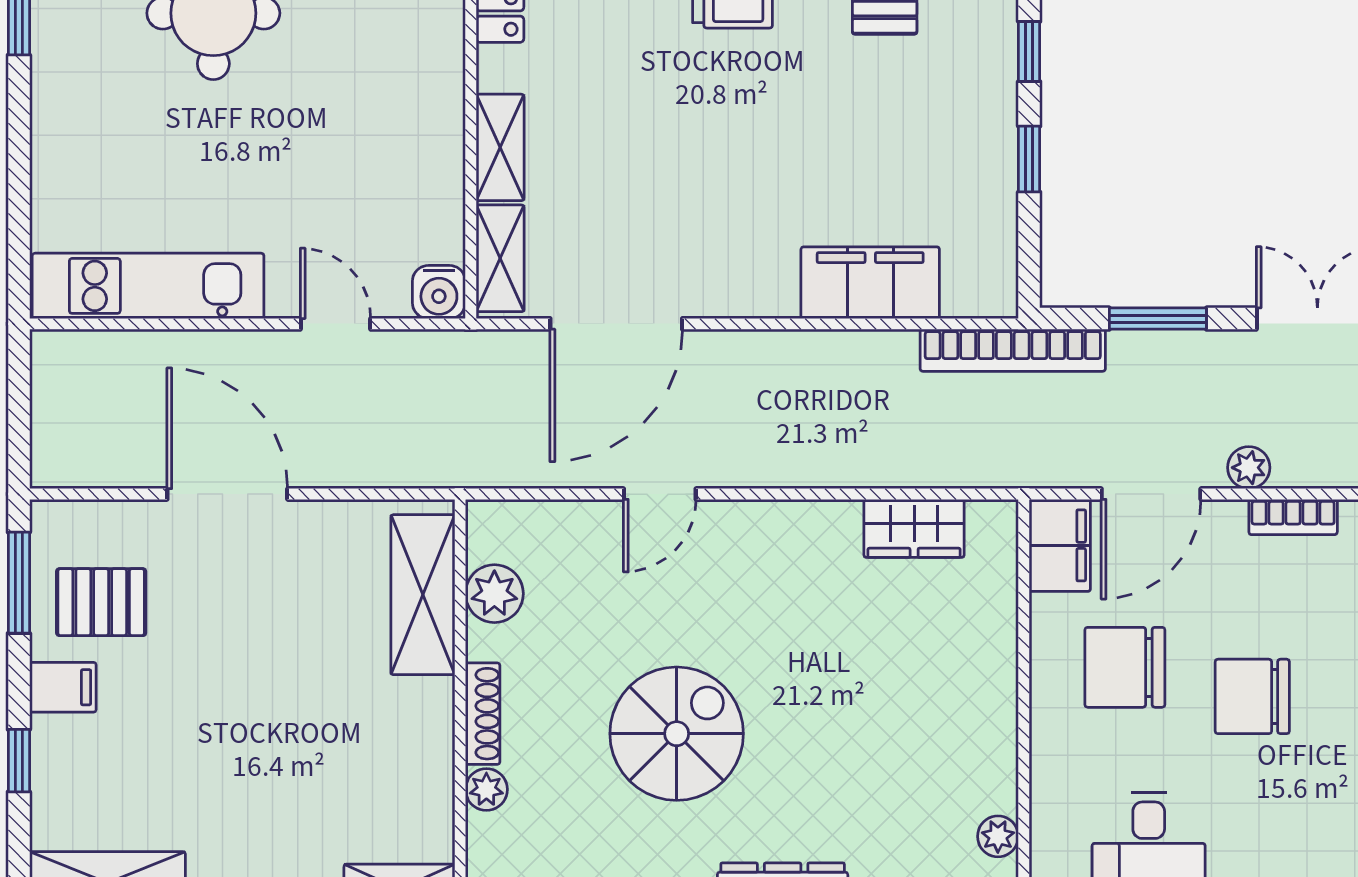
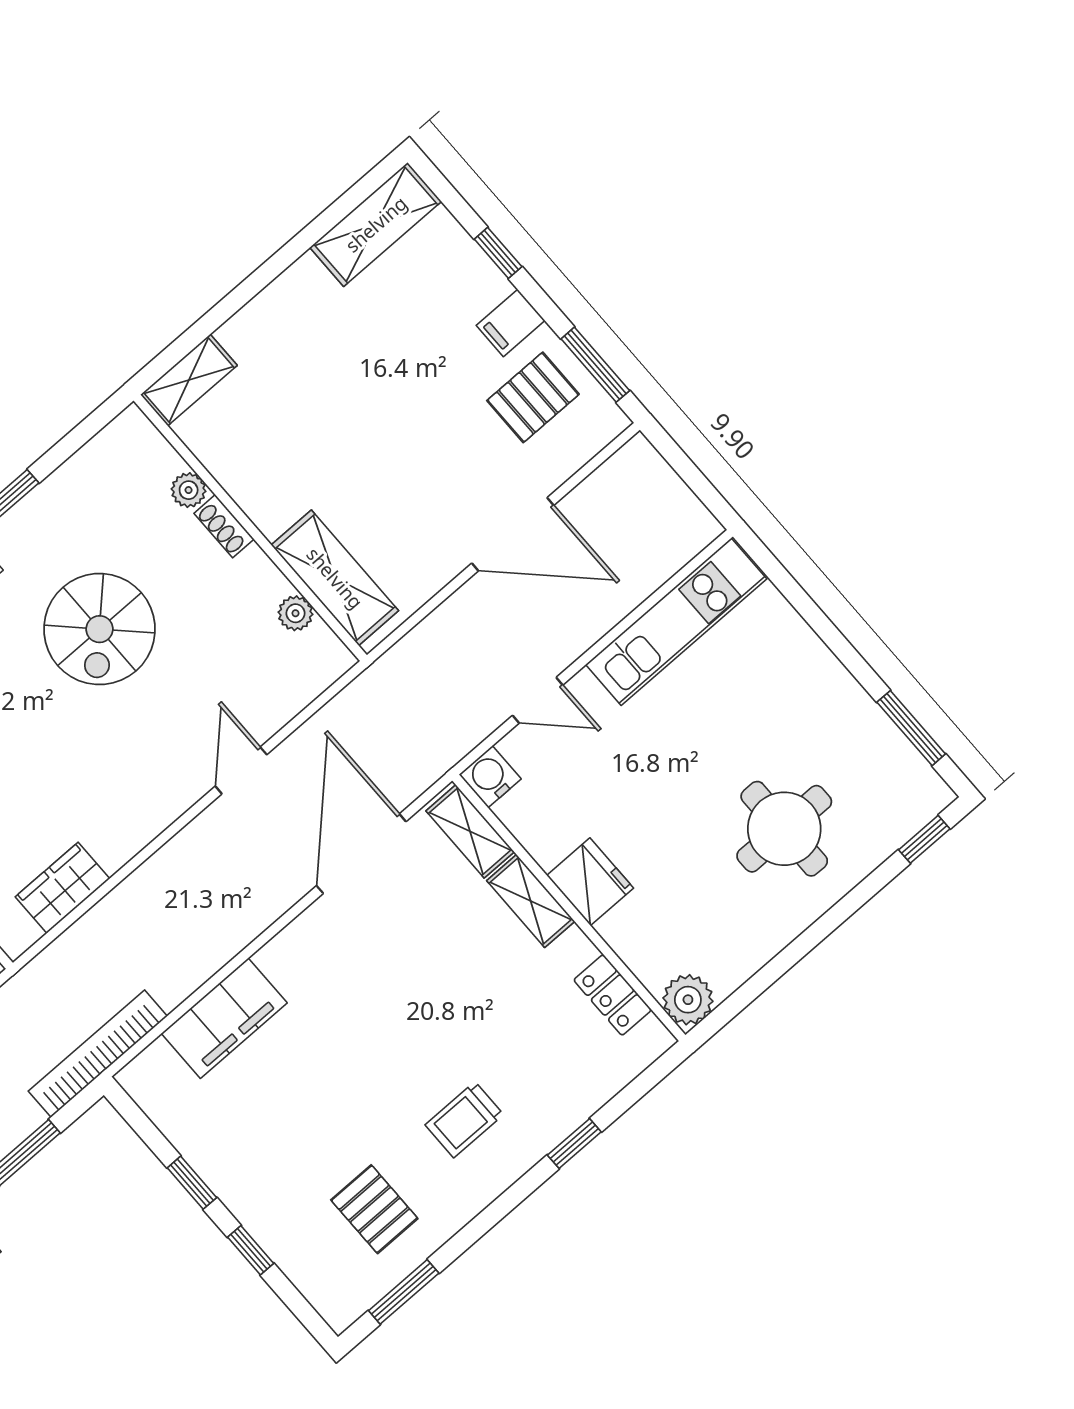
fridge: (431, 118) -> (590, 882), added
plant: (494, 594) -> (295, 613), width x0.73, depth x0.73
shoe rack: (483, 714) -> (224, 526), width x0.70

